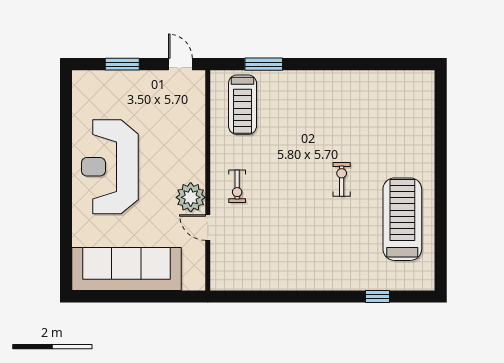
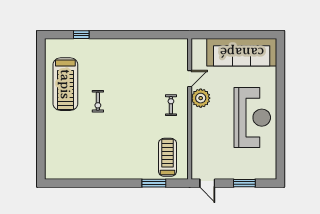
exercise bike: (342, 179) -> (98, 101), moved
door: (208, 228) -> (190, 79), hinge flipped

